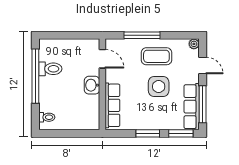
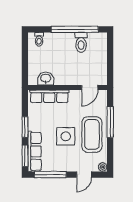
coffee table: (156, 56) -> (92, 134), width x1.36, depth x1.32
washbasin: (92, 85) -> (46, 79), moved
row of seats: (192, 107) -> (34, 151), moved, turned 90

